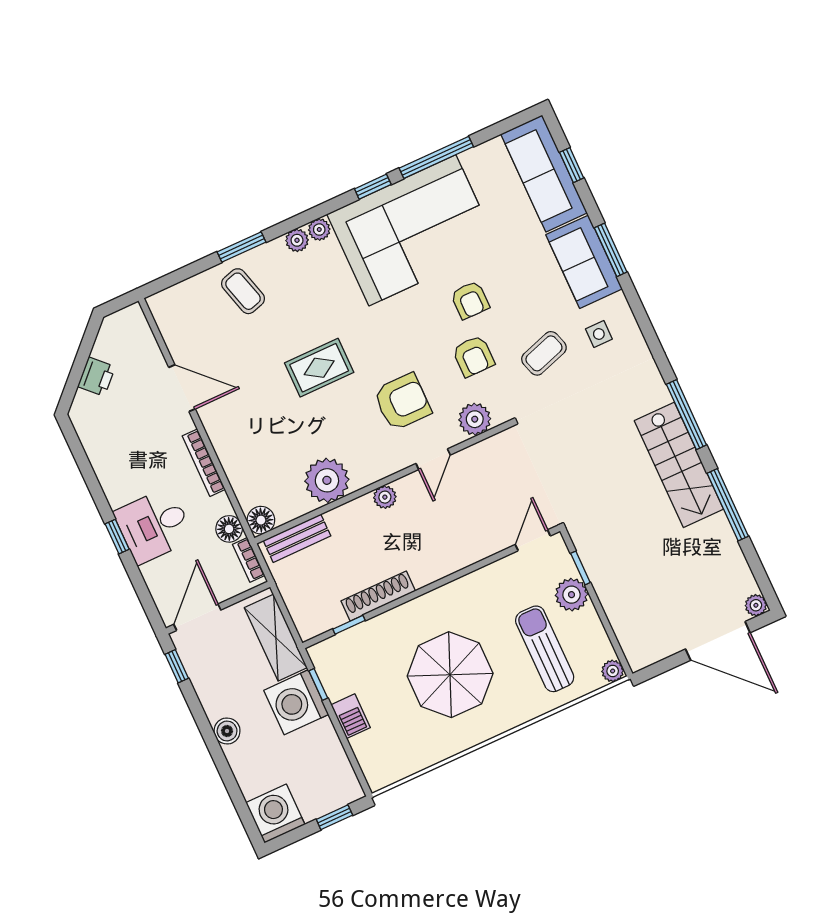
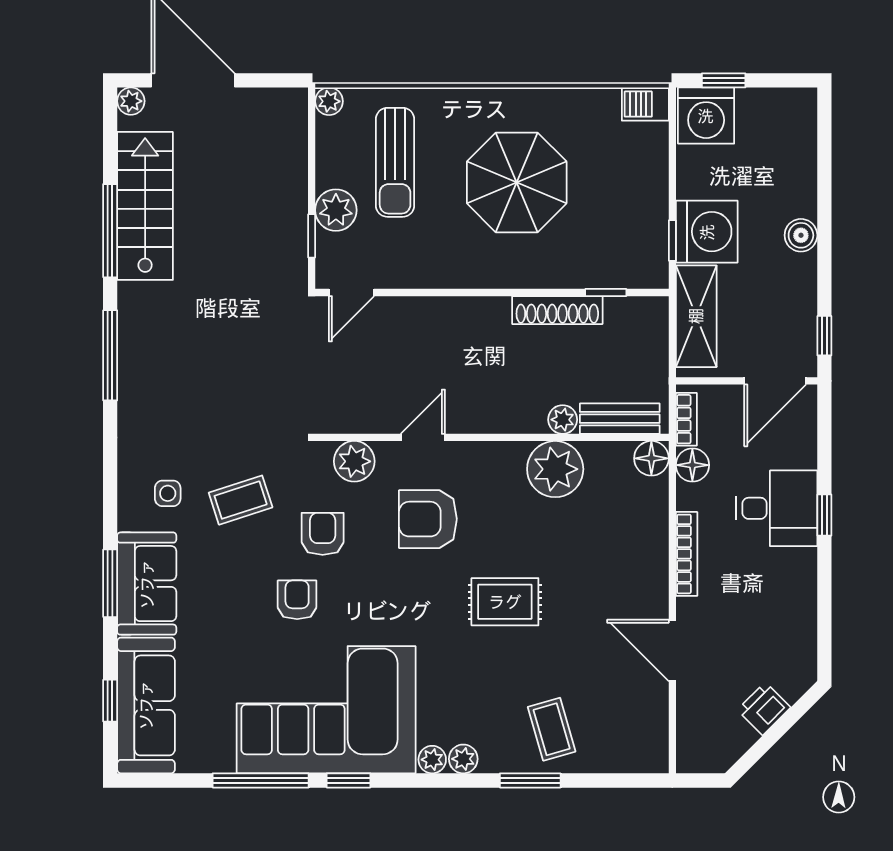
stairs: (679, 465) -> (145, 206), moved
plant: (385, 497) -> (563, 420), moved
barbecue: (351, 716) -> (645, 104), moved, turned -90
washing machine: (275, 814) -> (706, 116), moved

